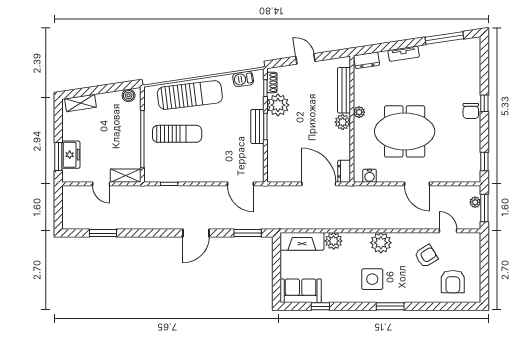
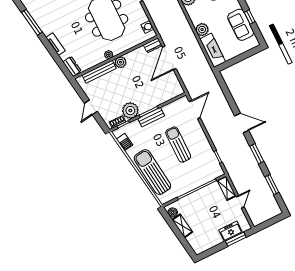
shelving: (81, 103) -> (182, 226), moved
sun lounger: (177, 134) -> (178, 145), moved
window: (248, 233) -> (257, 154), moved
sofa: (301, 291) -> (241, 25), moved

